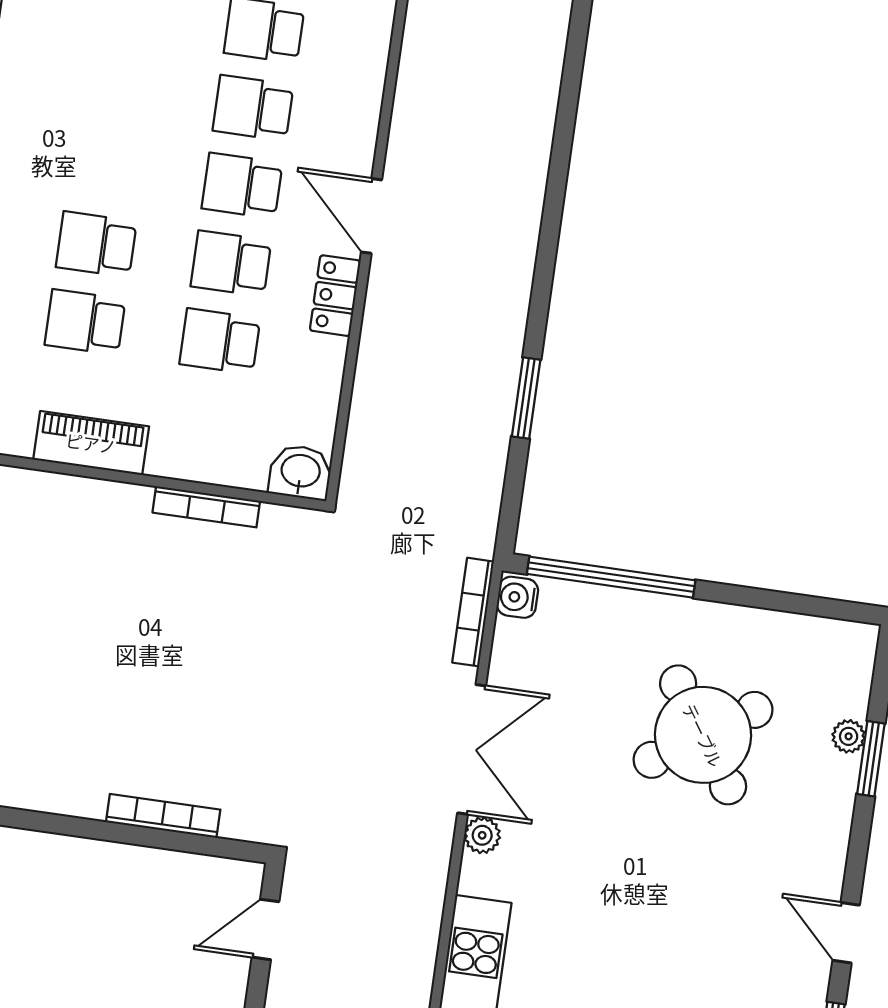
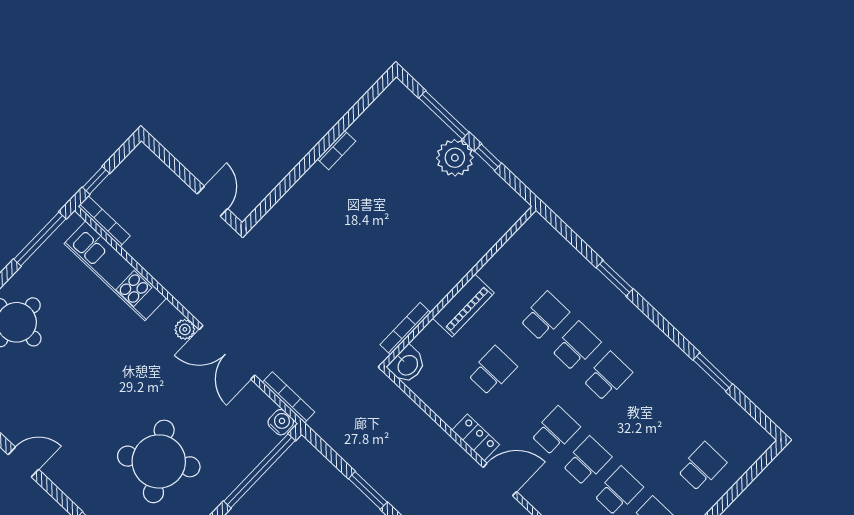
school desk: (231, 263) -> (607, 376), moved
piano: (91, 443) -> (463, 305), moved
bookcase: (206, 507) -> (405, 329), moved
bookcase: (163, 816) -> (336, 150), moved, width x0.64

